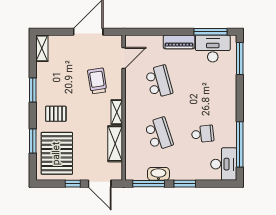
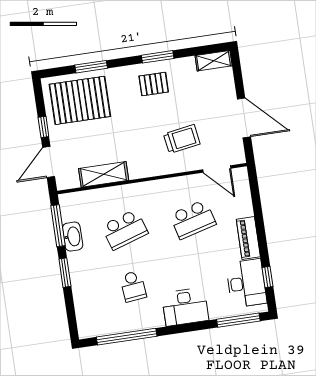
window: (210, 32) -> (267, 277), width x0.46
shelving: (117, 112) -> (145, 171), removed
pallet: (56, 114) -> (154, 84), moved, turned 90
desk: (224, 164) -> (185, 307), moved

